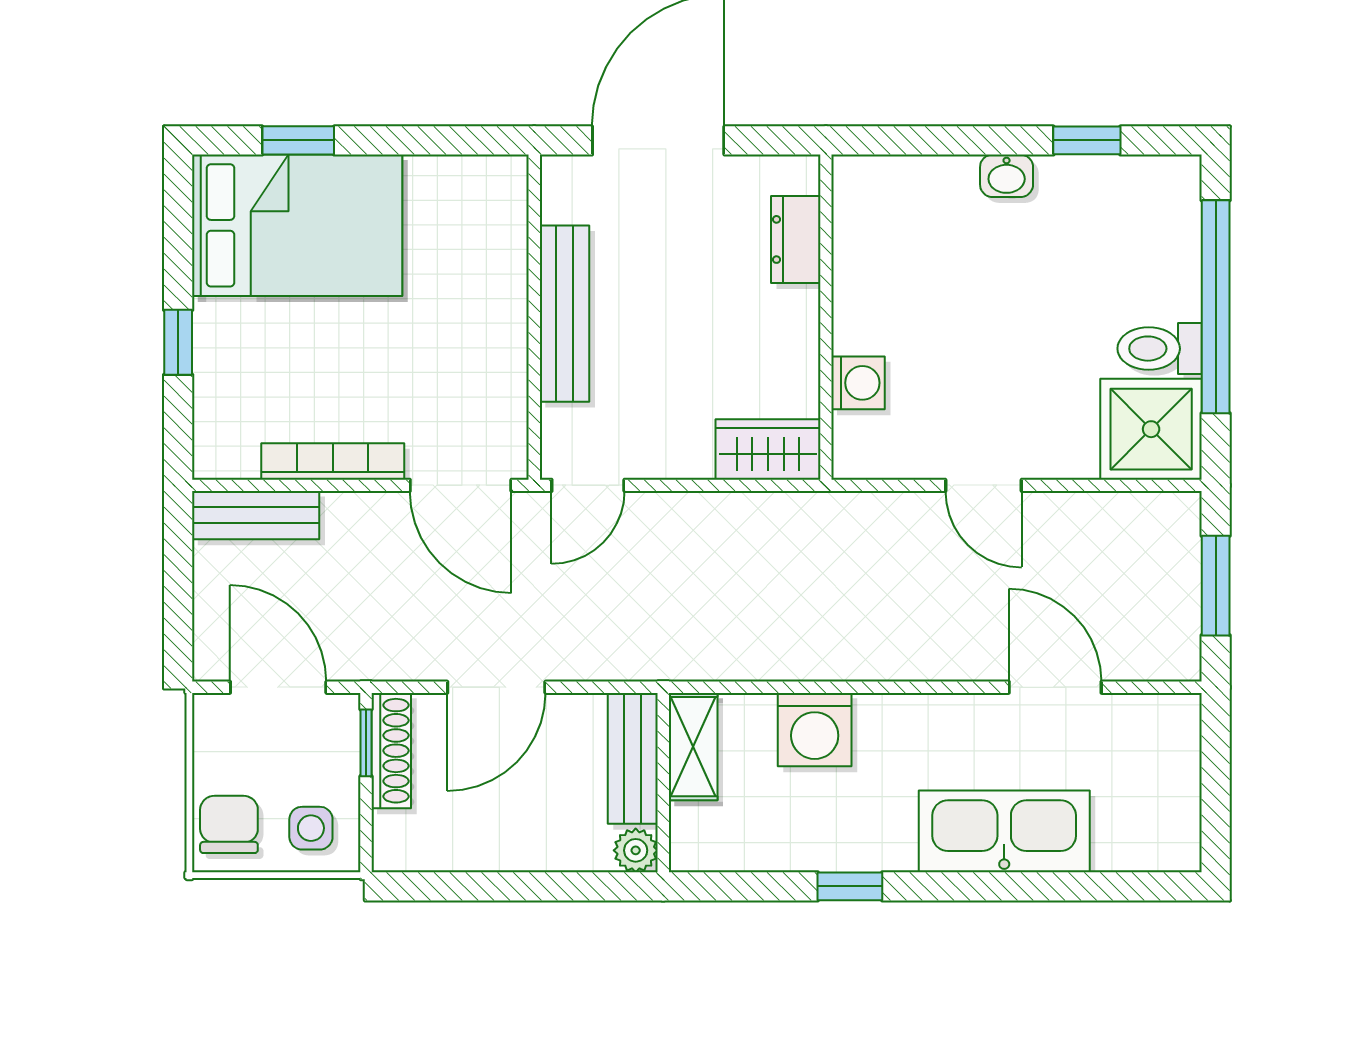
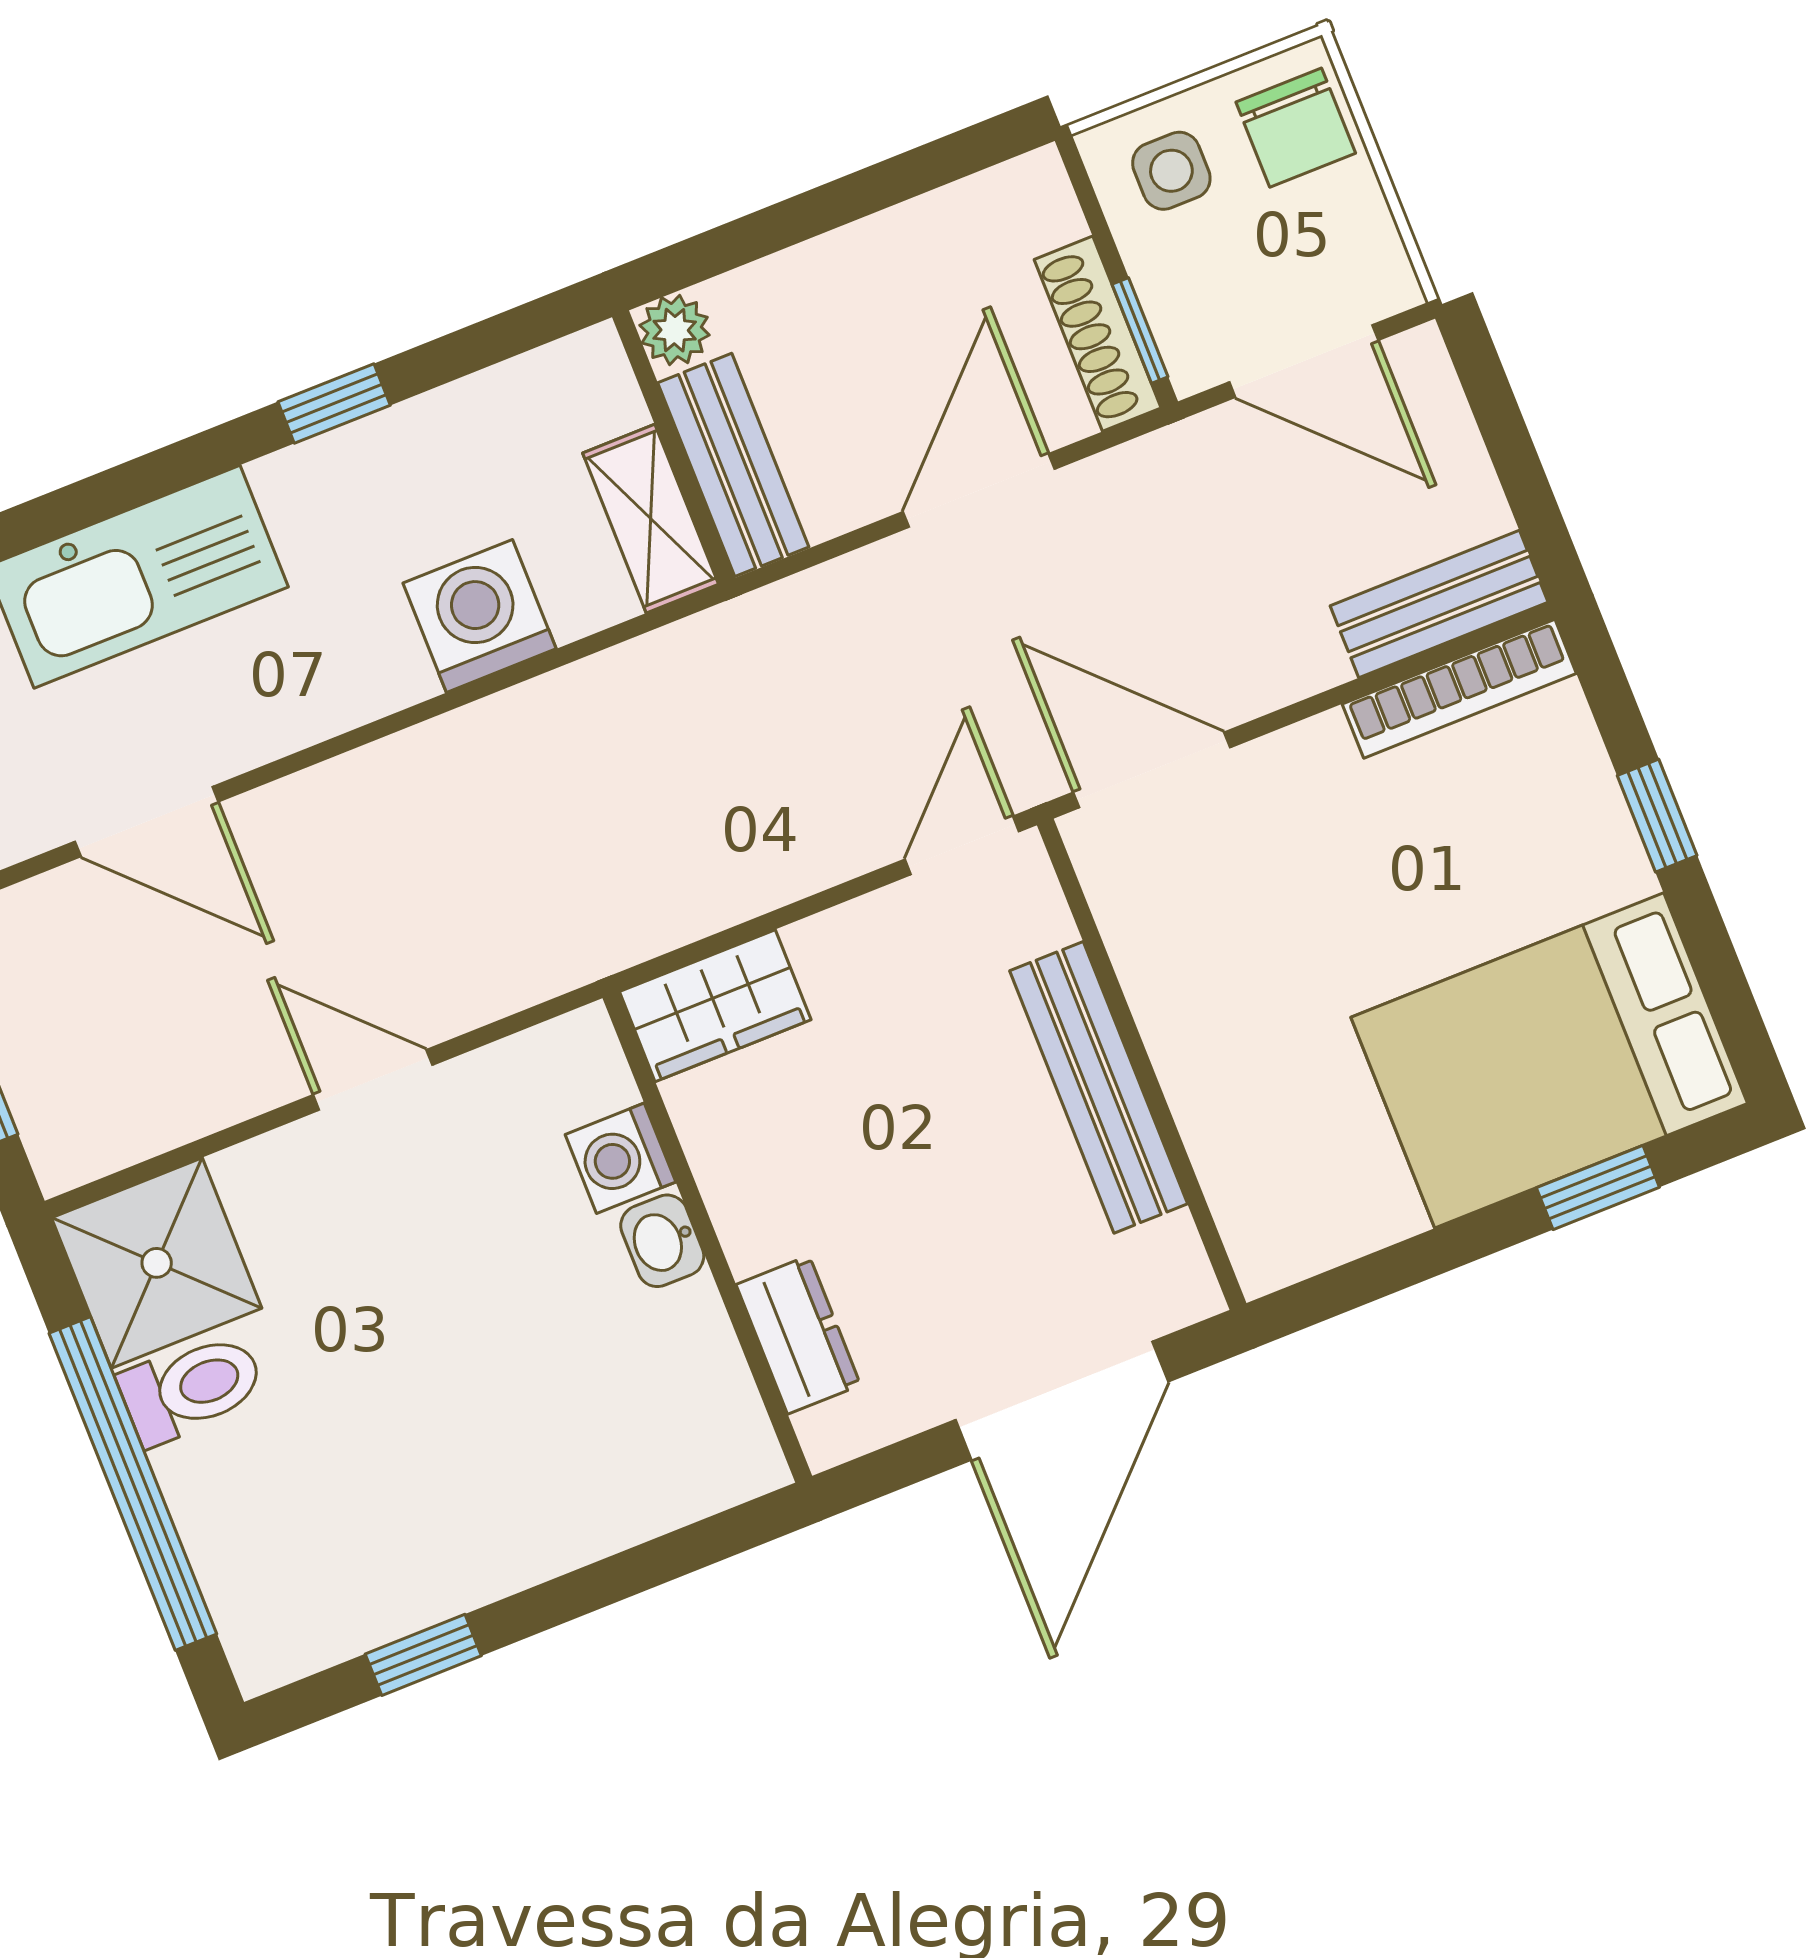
washbasin: (1007, 176) -> (662, 1241), moved, turned -90
bookcase: (333, 461) -> (1459, 689), moved

